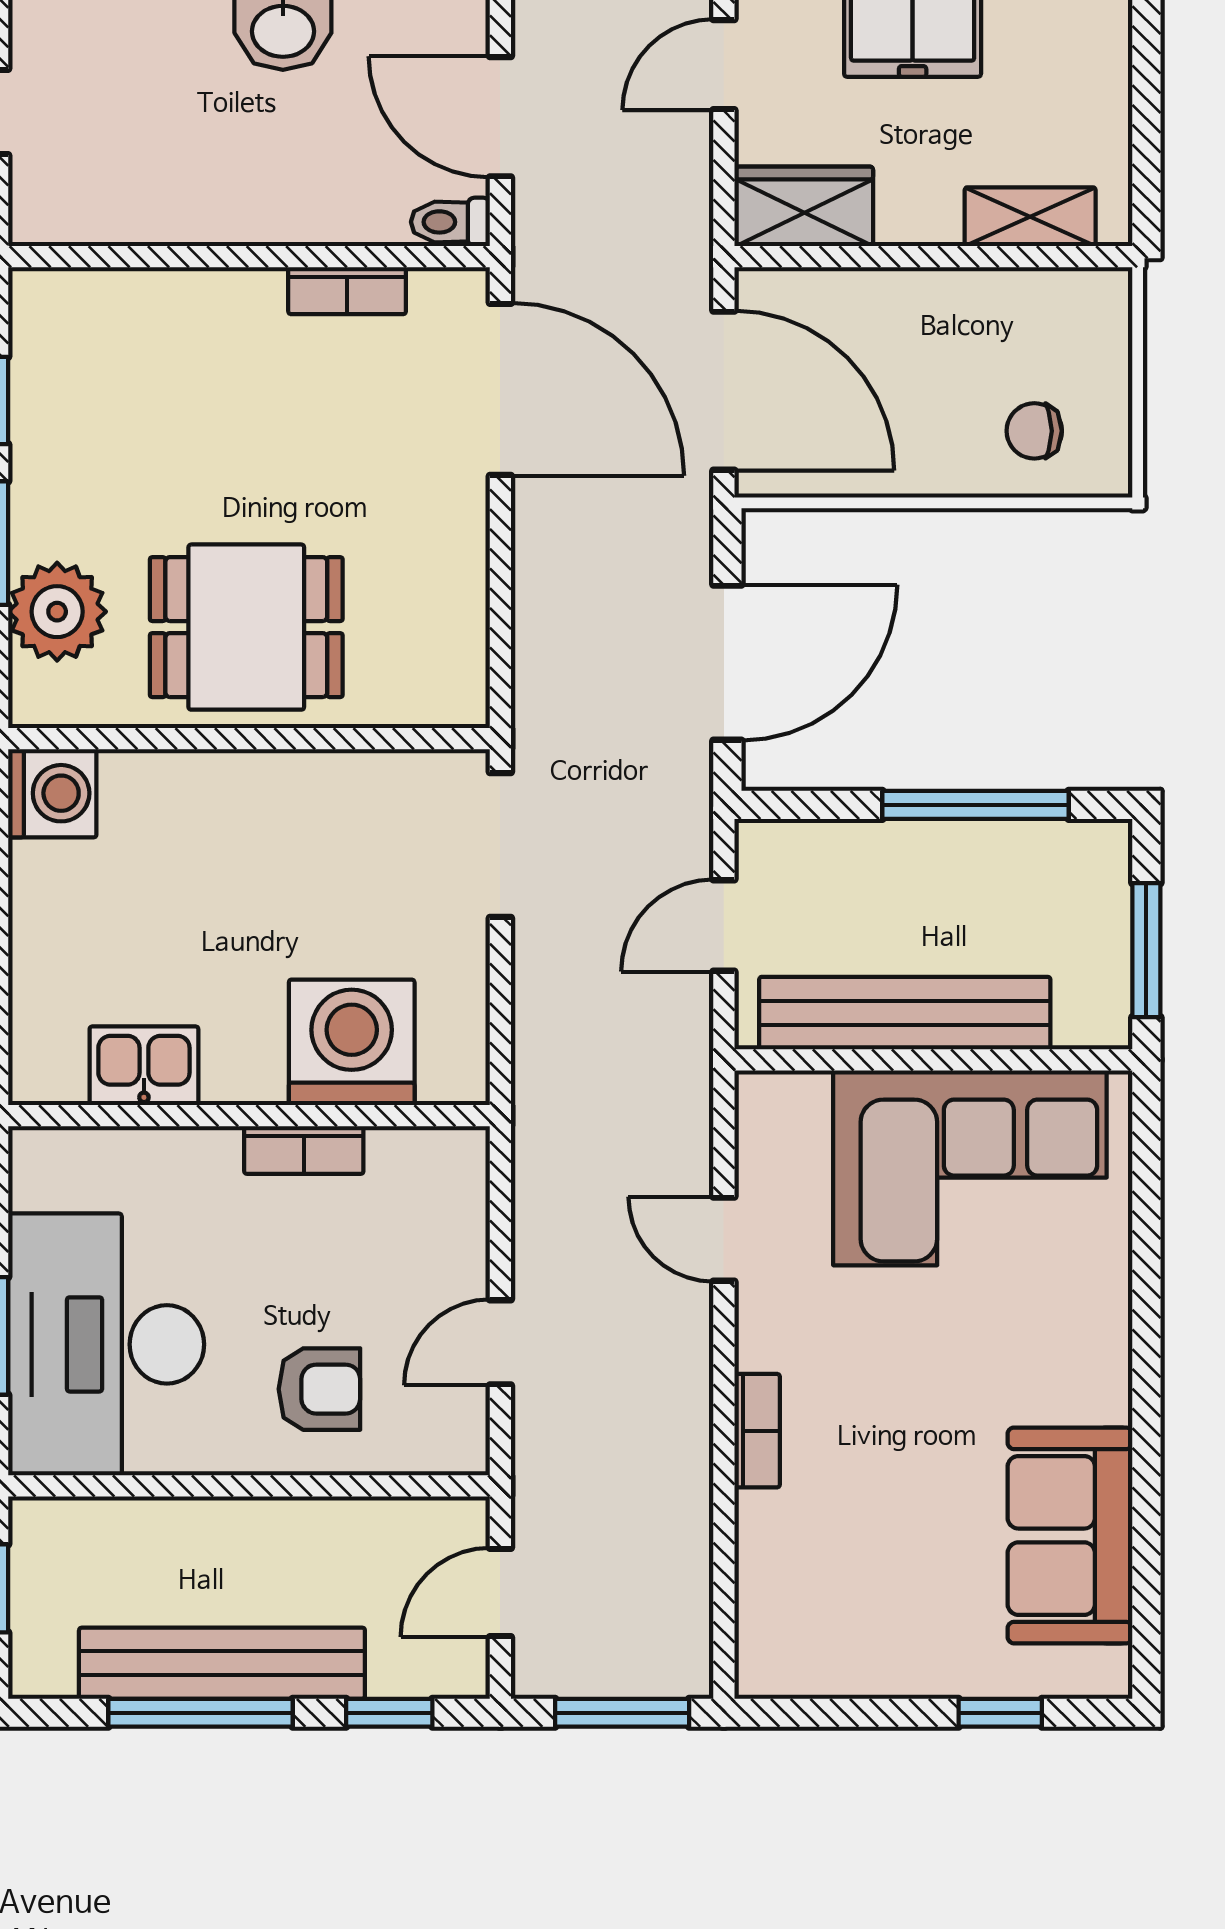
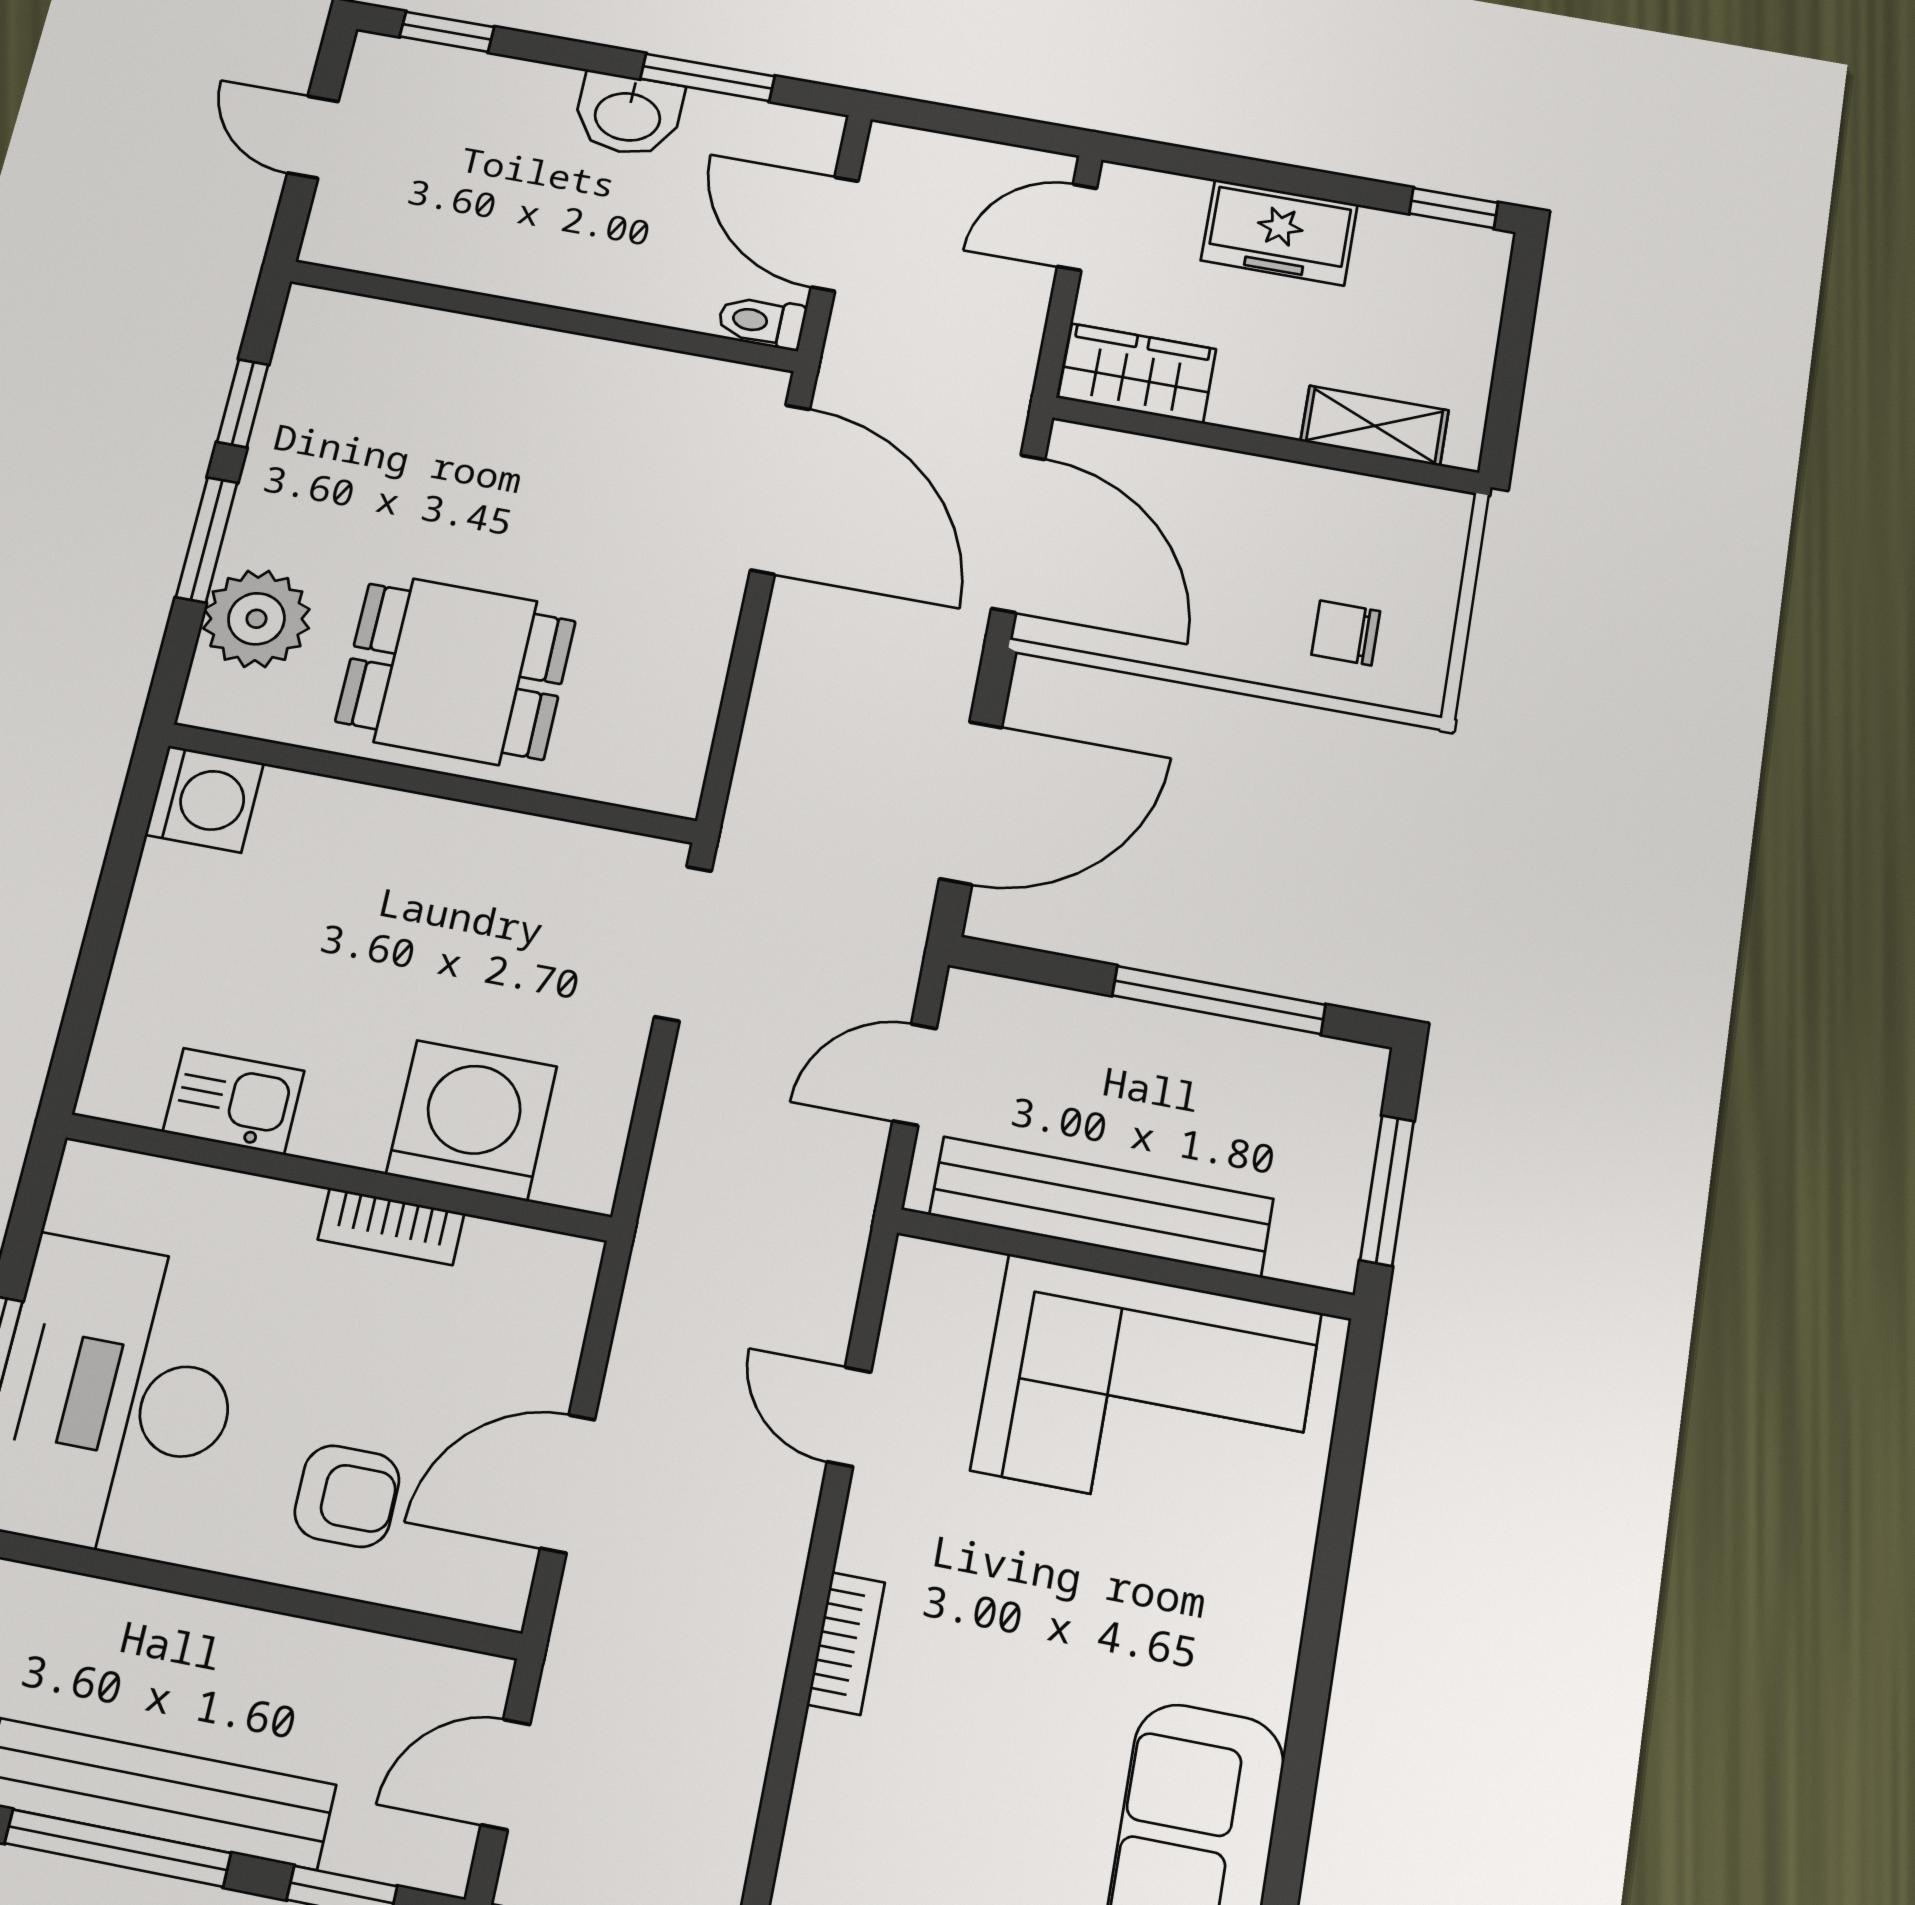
bookcase: (347, 291) -> (639, 366), removed
door: (500, 1342) -> (568, 1484), width x1.38

